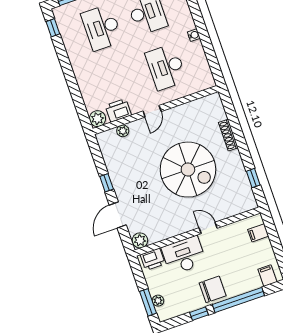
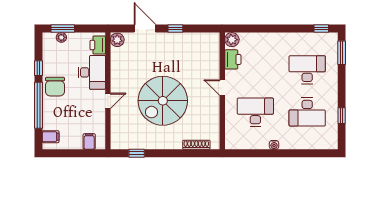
plant: (123, 131) -> (214, 57), removed
shoe rack: (228, 135) -> (196, 145), moved

